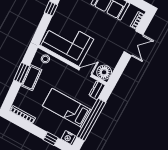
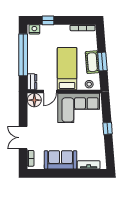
bed: (67, 108) -> (67, 69), moved, turned -90

